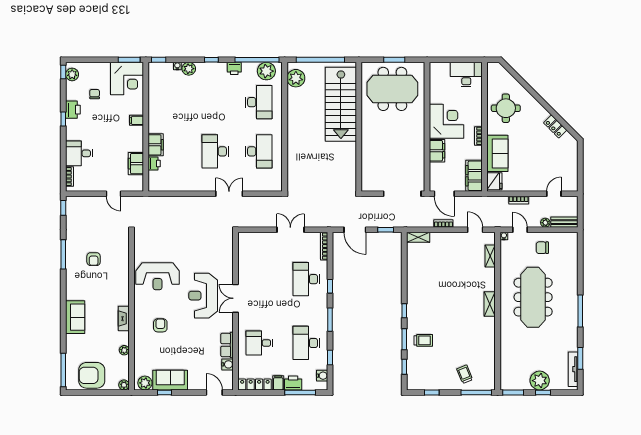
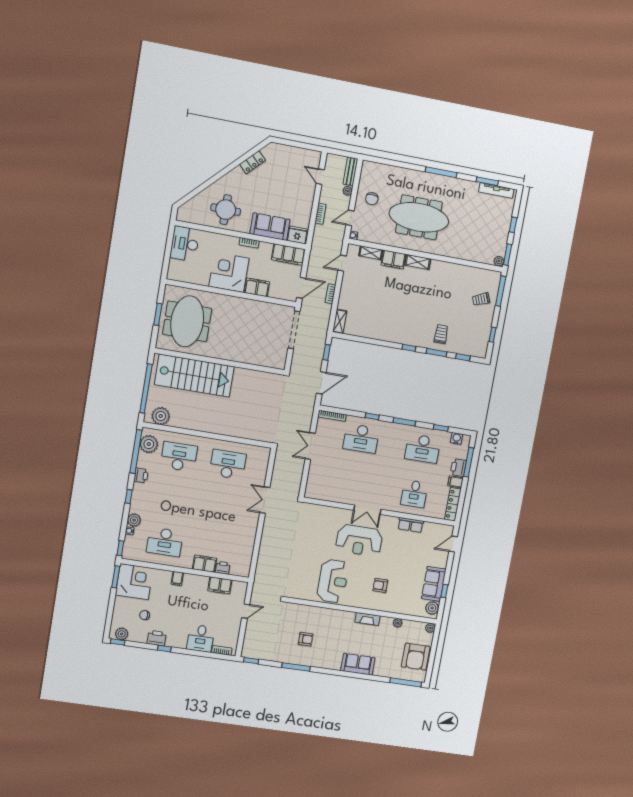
desk: (215, 151) -> (165, 542), moved
filing cabinet: (488, 279) -> (393, 260), added
water cooler: (228, 364) -> (429, 527), removed
plant: (540, 381) -> (499, 261), moved, width x0.53, depth x0.53

